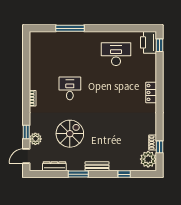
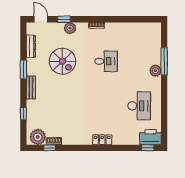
plant: (80, 37) -> (155, 71), added
plant: (35, 139) -> (70, 28), moved

